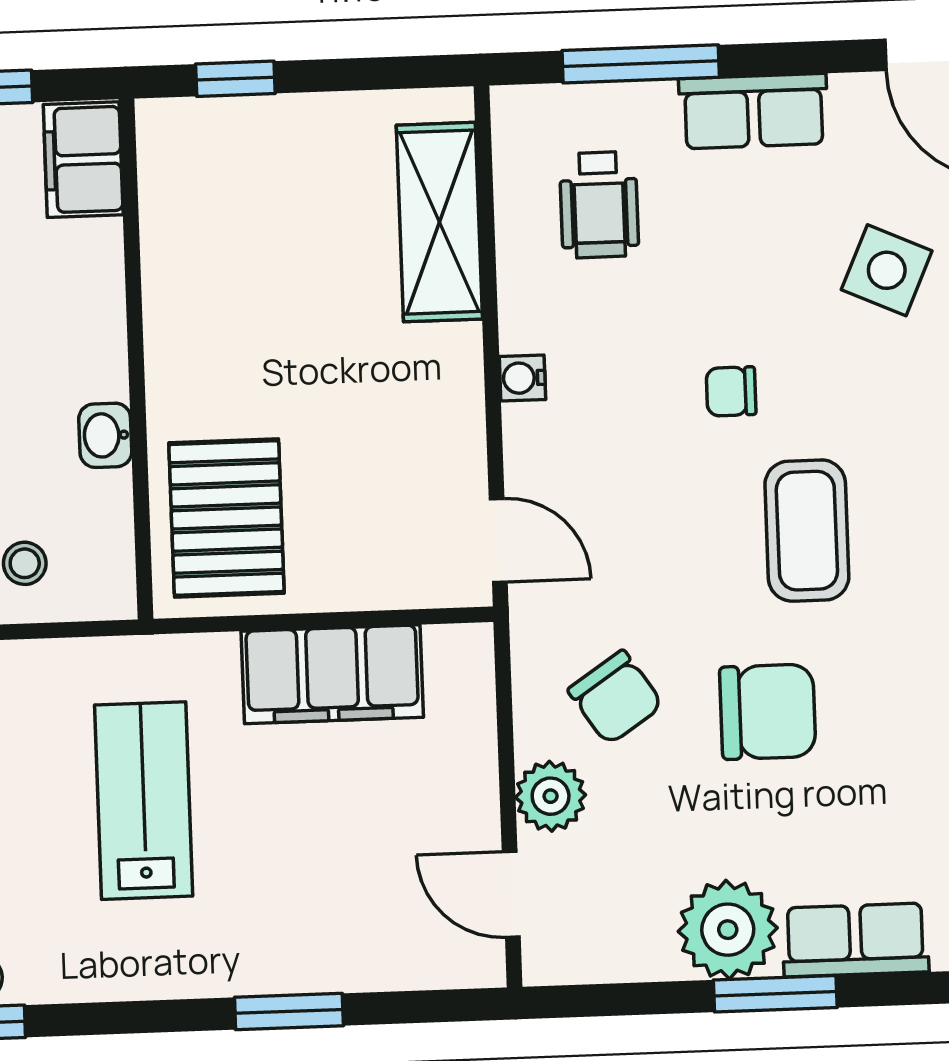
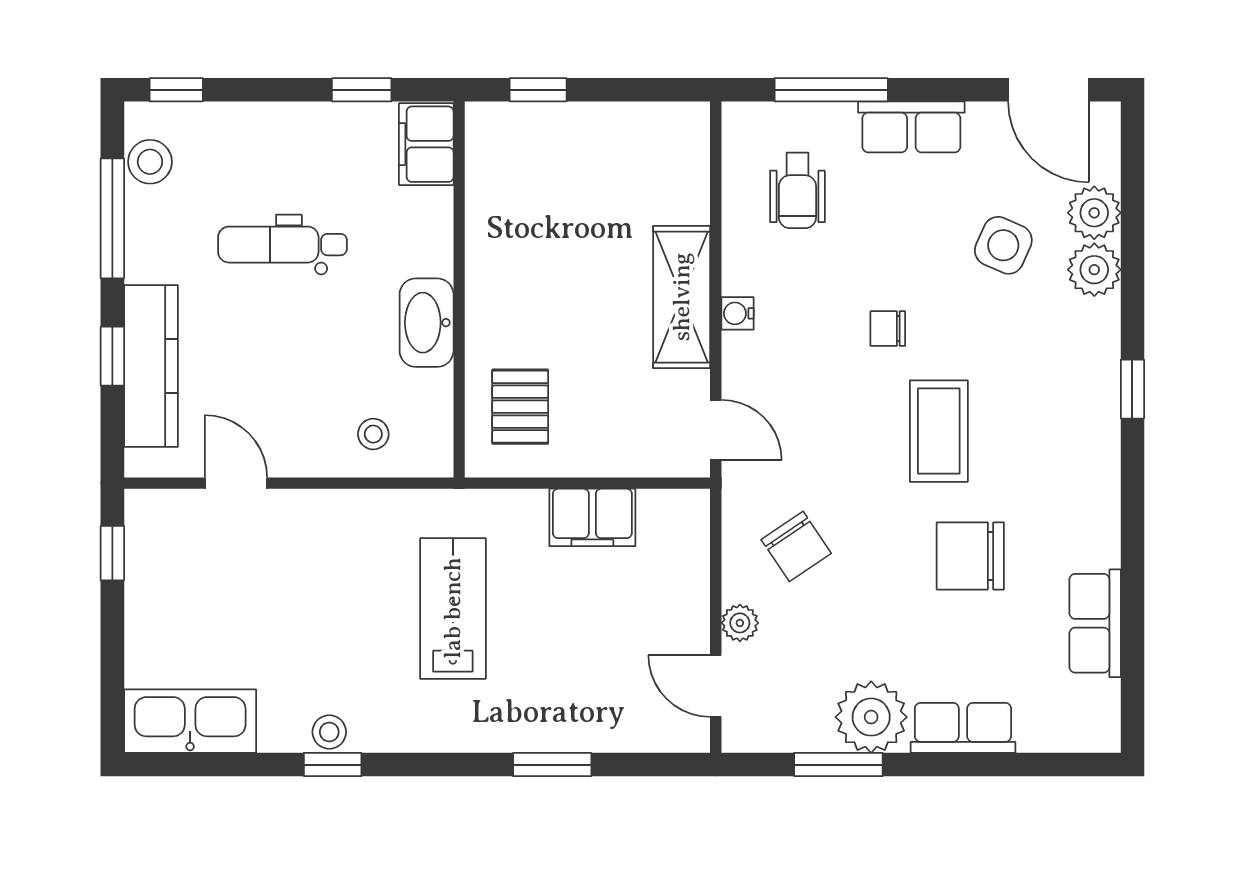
shelving: (439, 222) -> (682, 297), moved
washbasin: (105, 435) -> (427, 323), width x1.91, depth x1.45
pallet: (226, 518) -> (520, 407), width x0.67, depth x0.71
filing cabinet: (332, 674) -> (592, 517), width x0.67, depth x0.86
chair: (768, 712) -> (970, 556), moved, turned 180
plant: (551, 796) -> (740, 623), width x0.73, depth x0.73
window: (775, 994) -> (838, 765), moved

